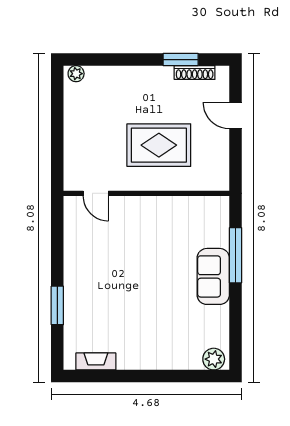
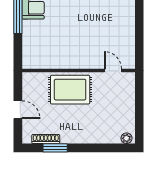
door: (96, 193) -> (113, 71), moved
wall: (146, 193) -> (79, 71), moved

